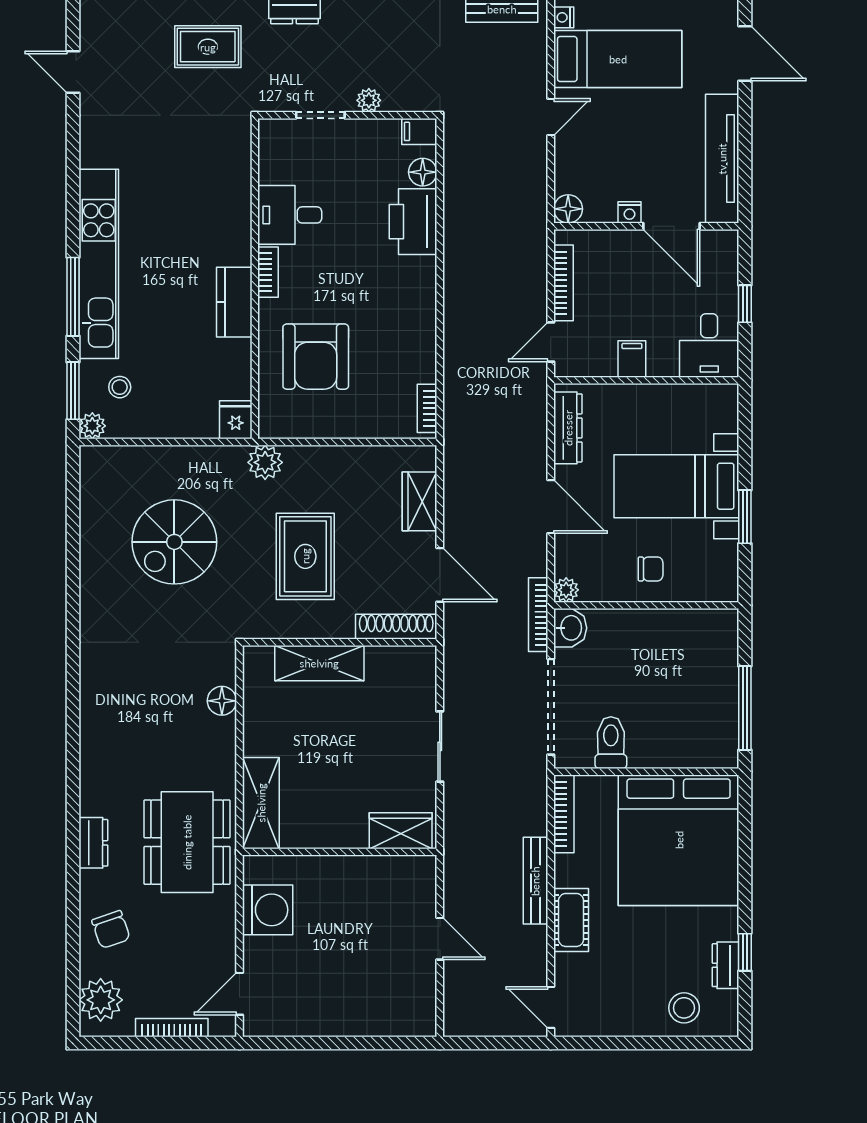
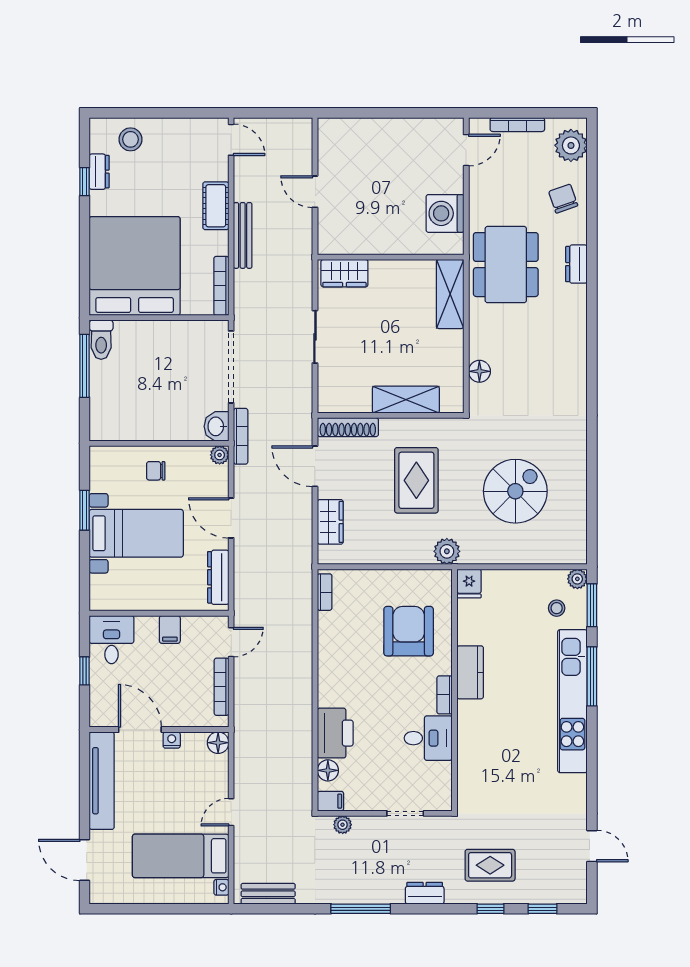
plant: (369, 100) -> (343, 825), moved
toilet: (611, 743) -> (101, 340), moved

